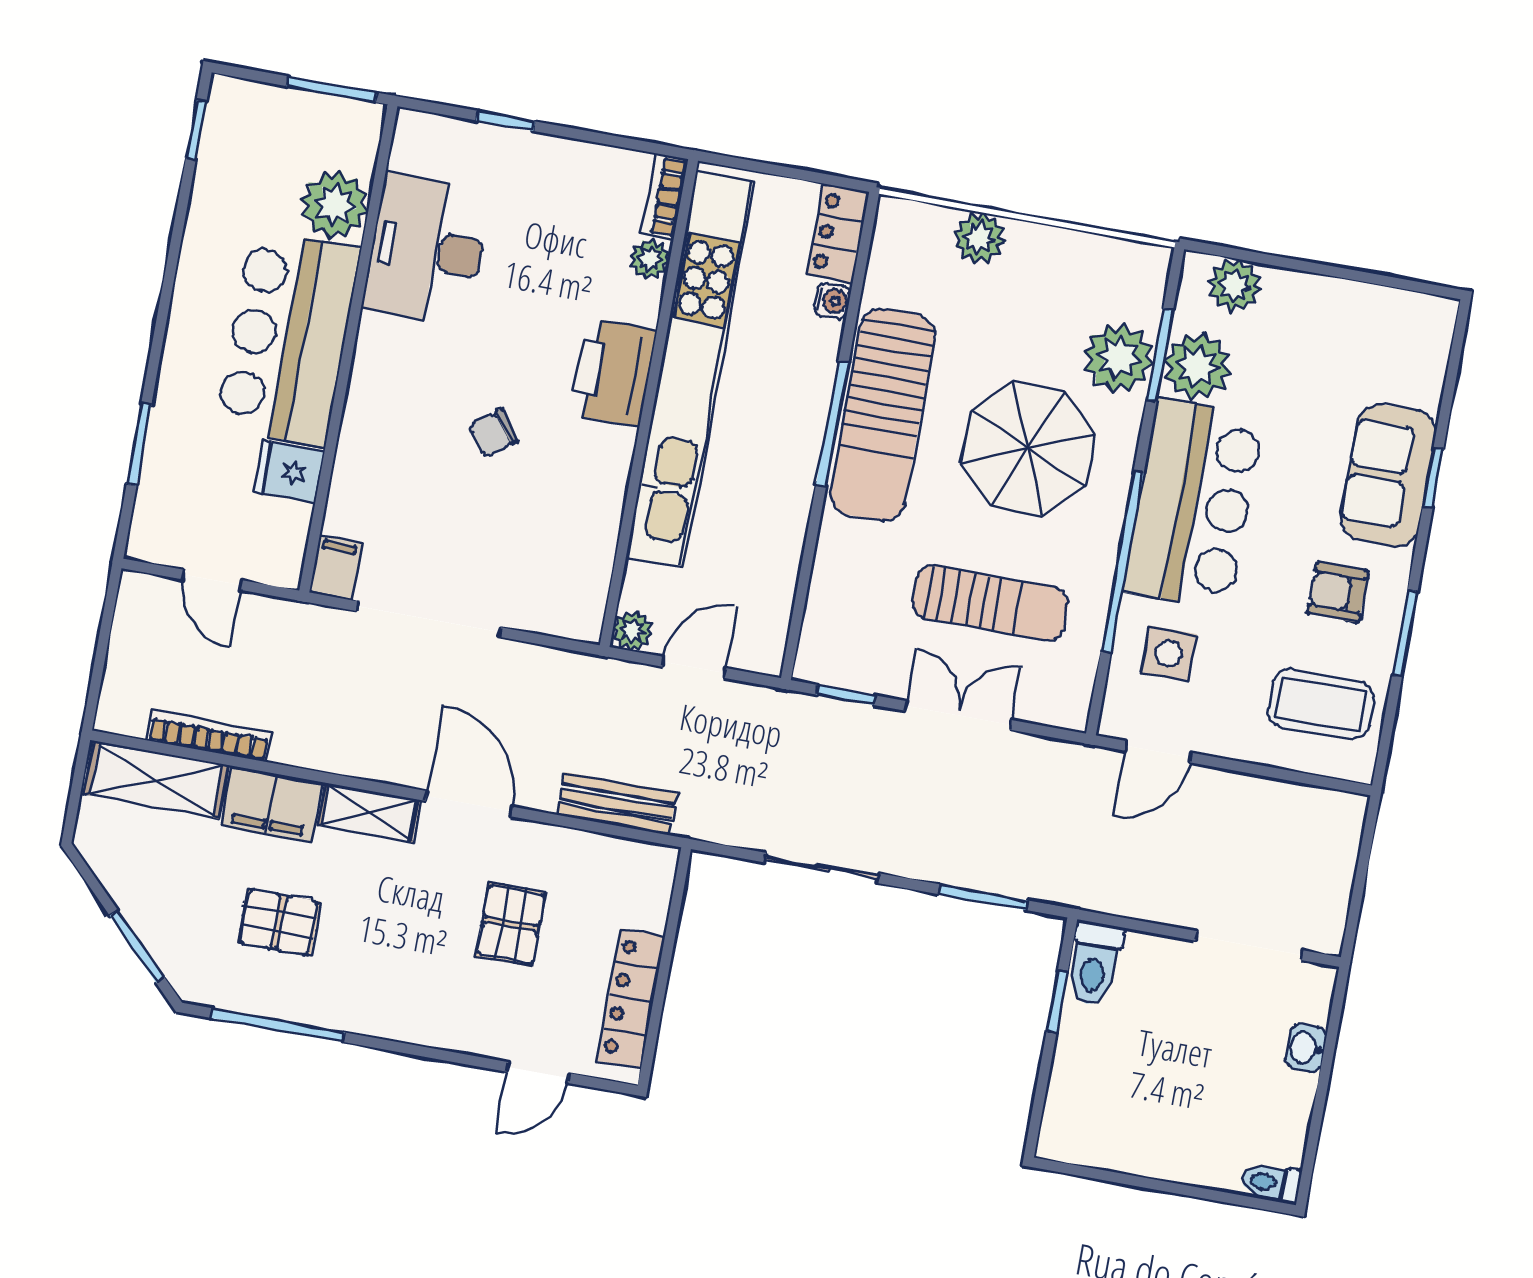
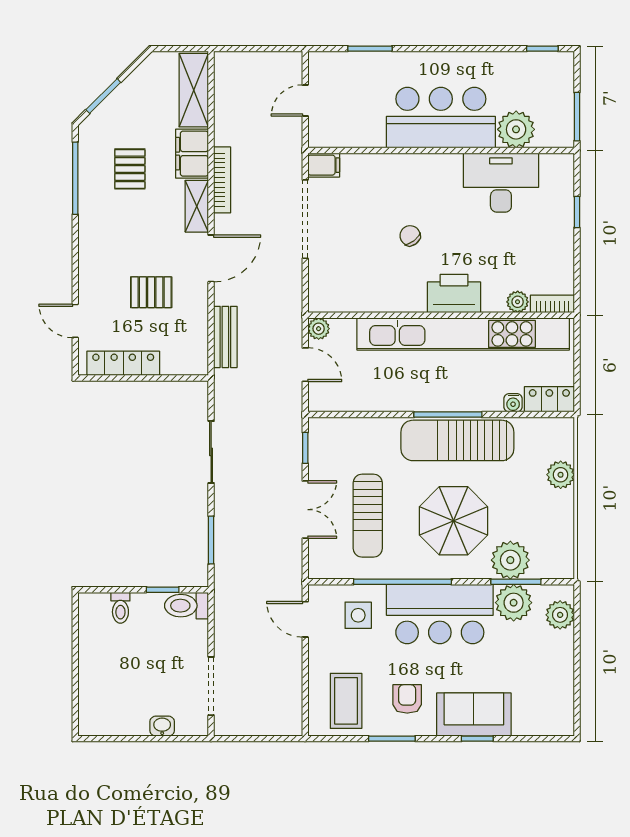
fridge: (289, 472) -> (370, 131), removed
bookcase: (209, 736) -> (222, 180), moved
toilet: (1271, 1183) -> (120, 608), moved, turned 180

